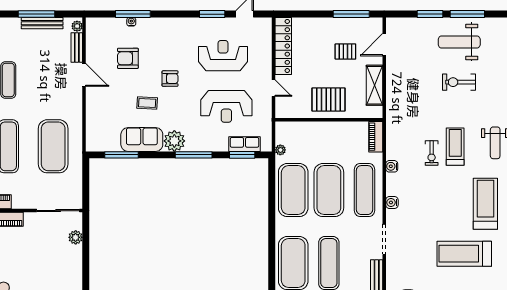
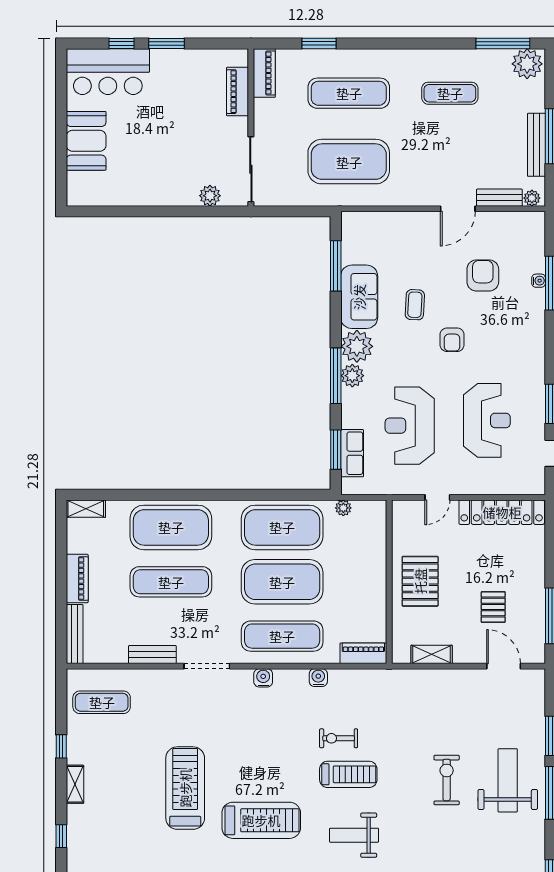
shelving: (375, 85) -> (432, 654), width x0.67, depth x0.75
plant: (194, 144) -> (352, 376), added

